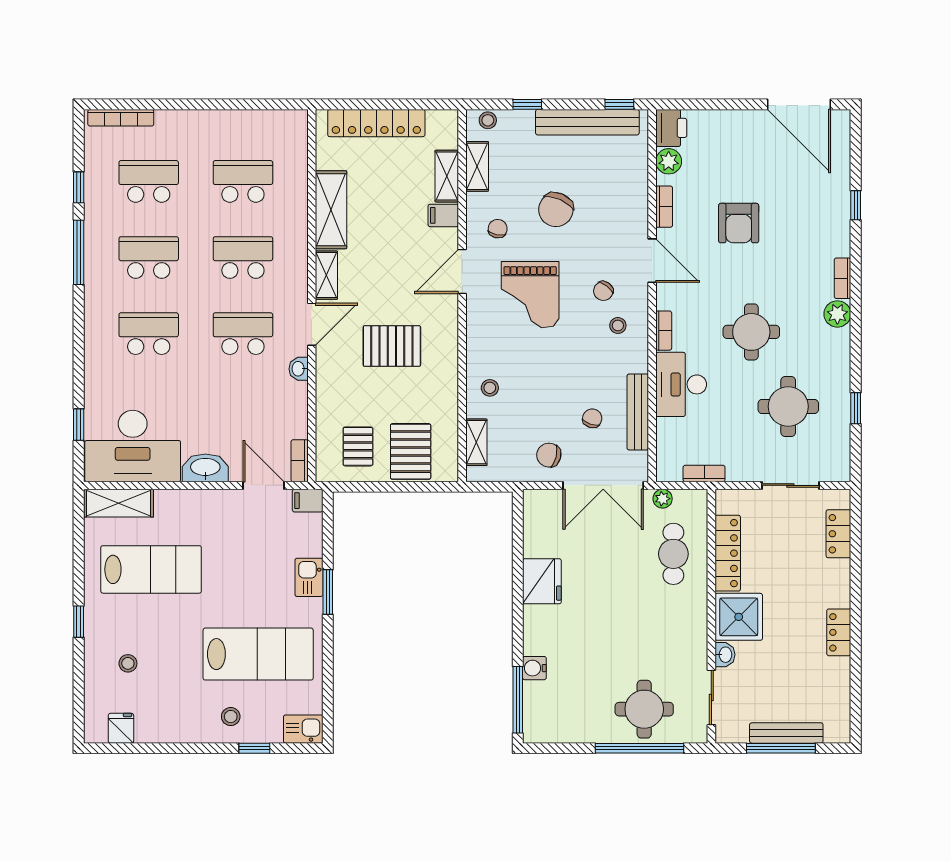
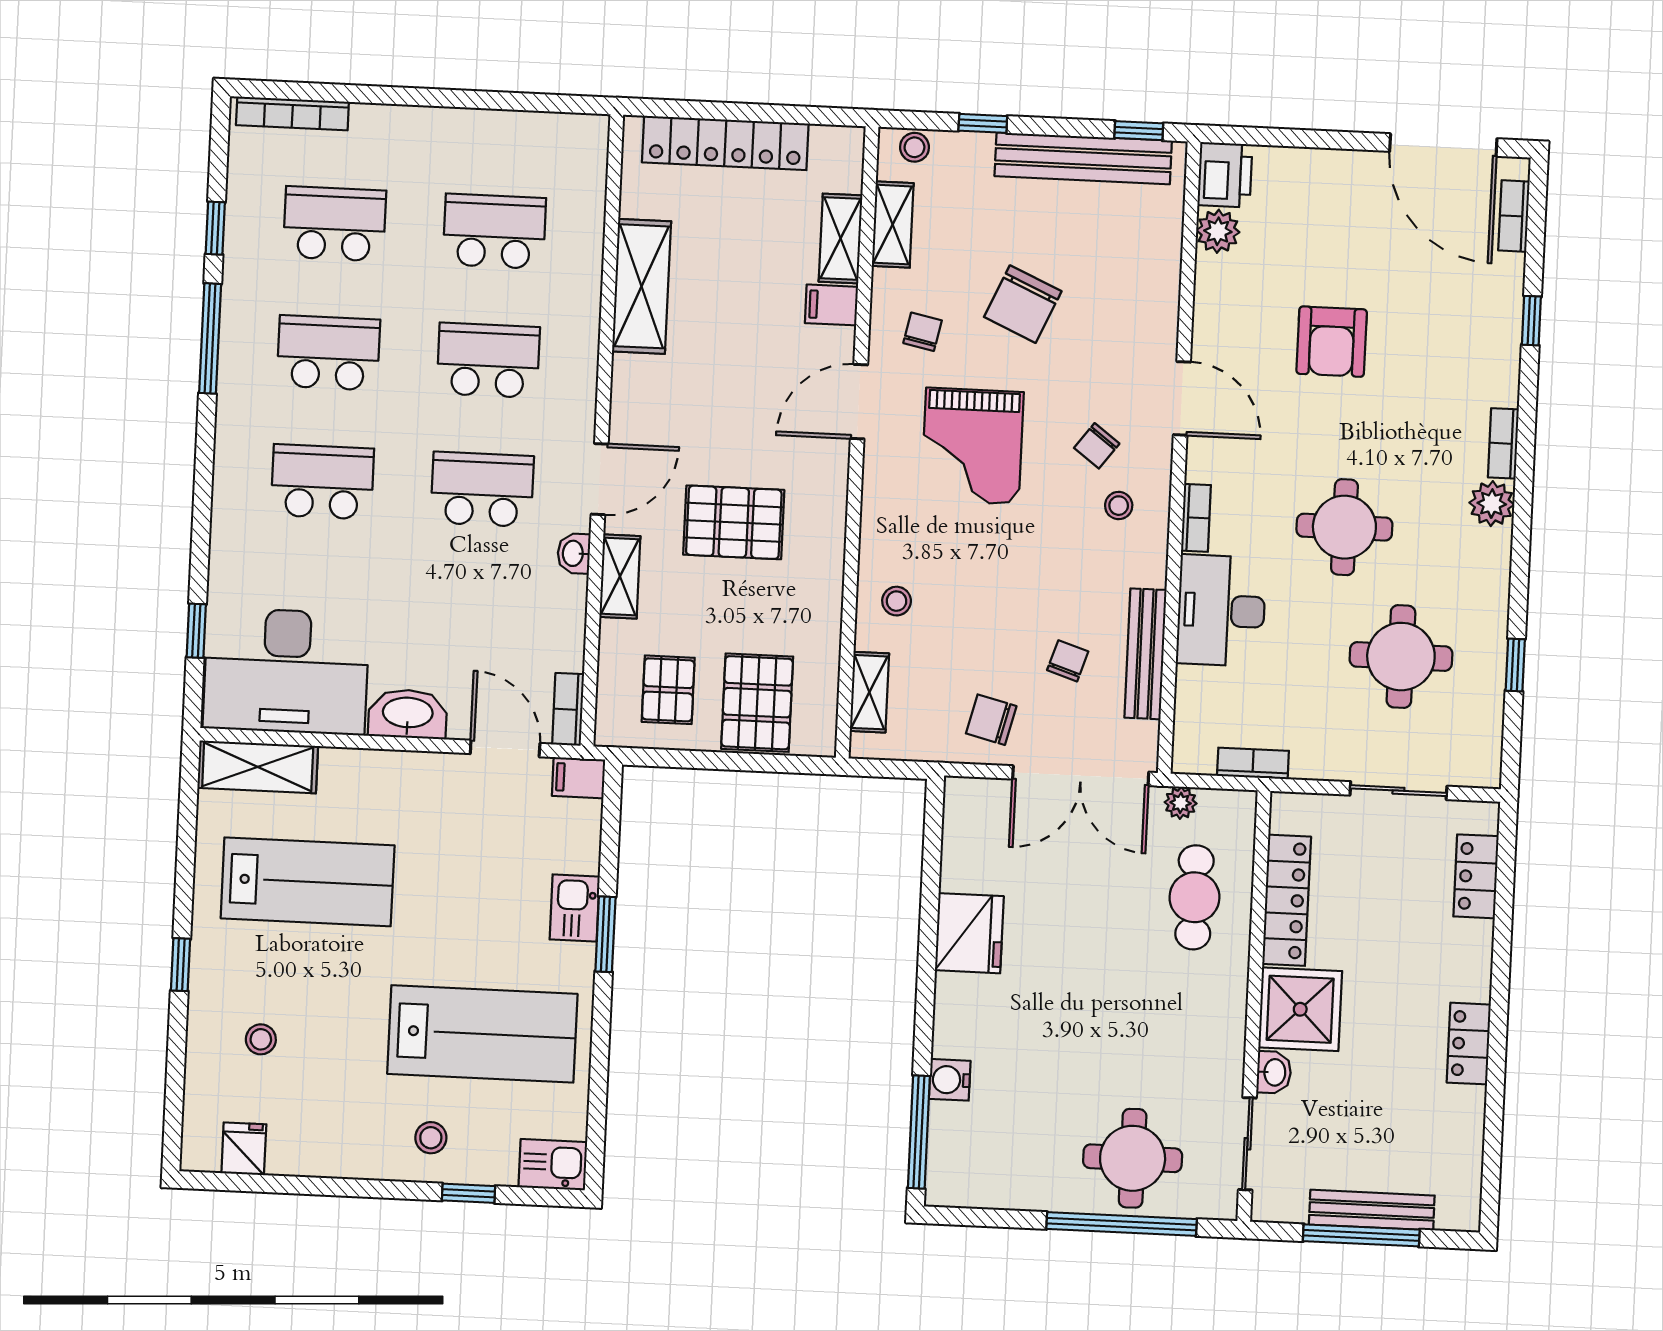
bookcase: (664, 207) -> (1514, 216), moved, turned 180
shelving: (326, 275) -> (620, 577), moved

